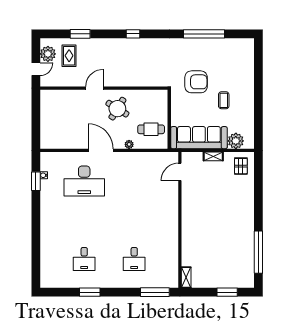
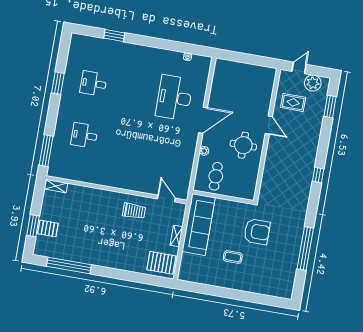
window: (80, 34) -> (330, 106), moved
rug: (69, 56) -> (293, 102), moved
door: (36, 69) -> (299, 68), swing flipped
armchair: (196, 82) -> (257, 232), turned -90
round table: (117, 109) -> (243, 145), turned -32
plant: (236, 141) -> (188, 262), removed
pallet: (241, 166) -> (161, 263), width x1.50, depth x1.42
window: (36, 181) -> (114, 36), moved
trolley: (197, 200) -> (134, 211), added
pallet: (227, 278) -> (48, 228), added

